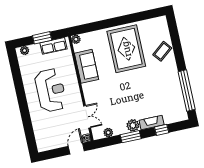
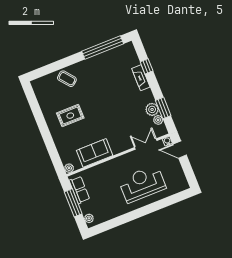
window: (42, 38) -> (73, 203), width x1.44
rug: (126, 49) -> (70, 116), width x0.54, depth x0.49
reception desk: (51, 90) -> (142, 184), moved
plant: (133, 125) -> (152, 109), moved
window: (131, 137) -> (163, 108), moved

